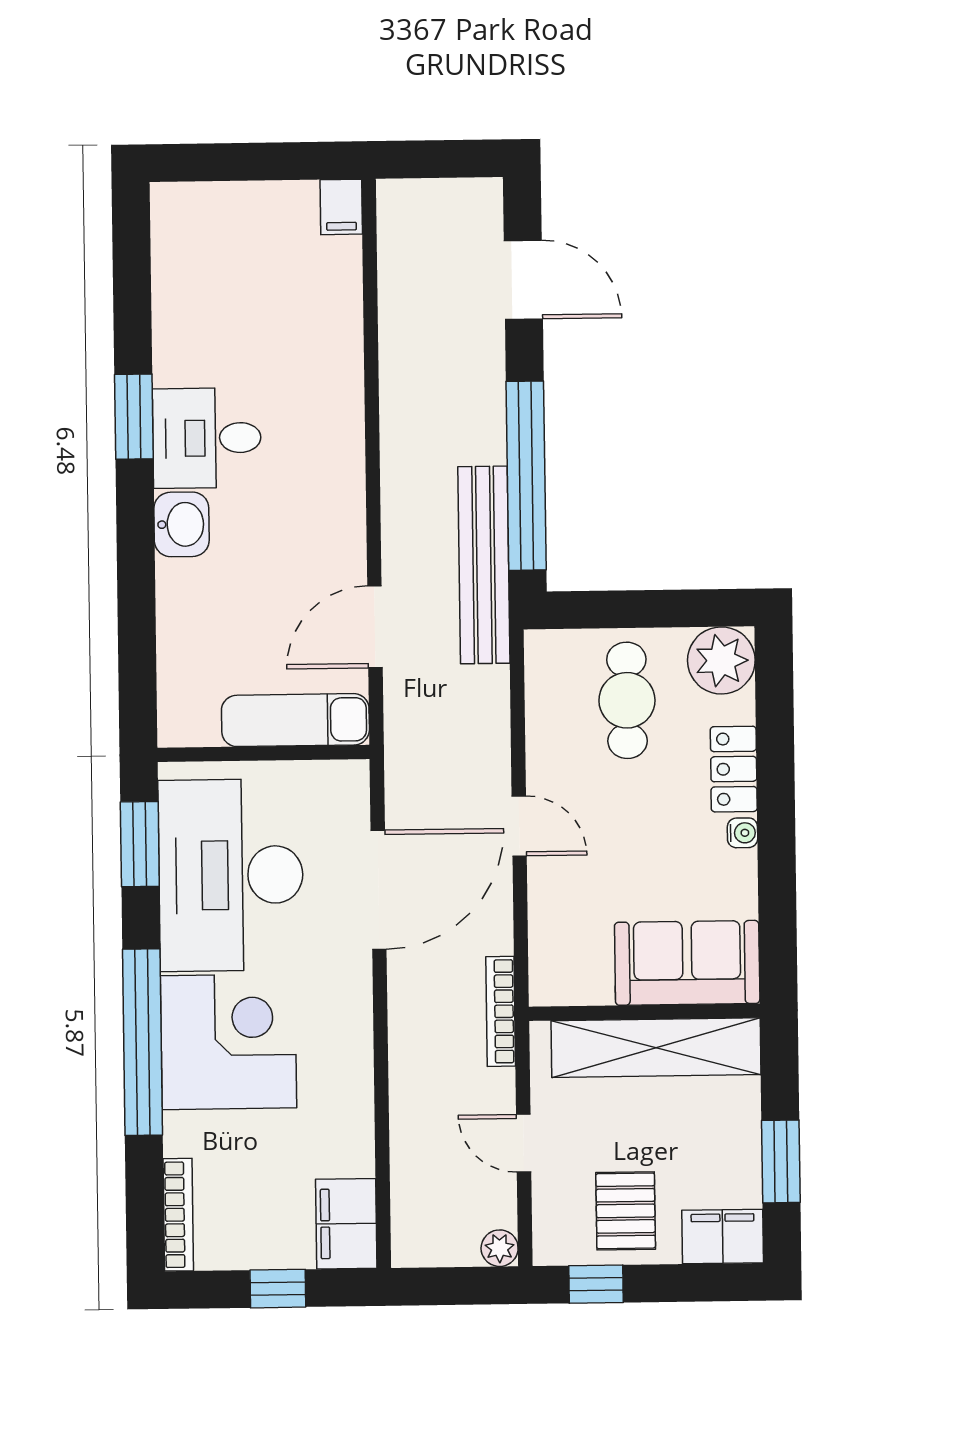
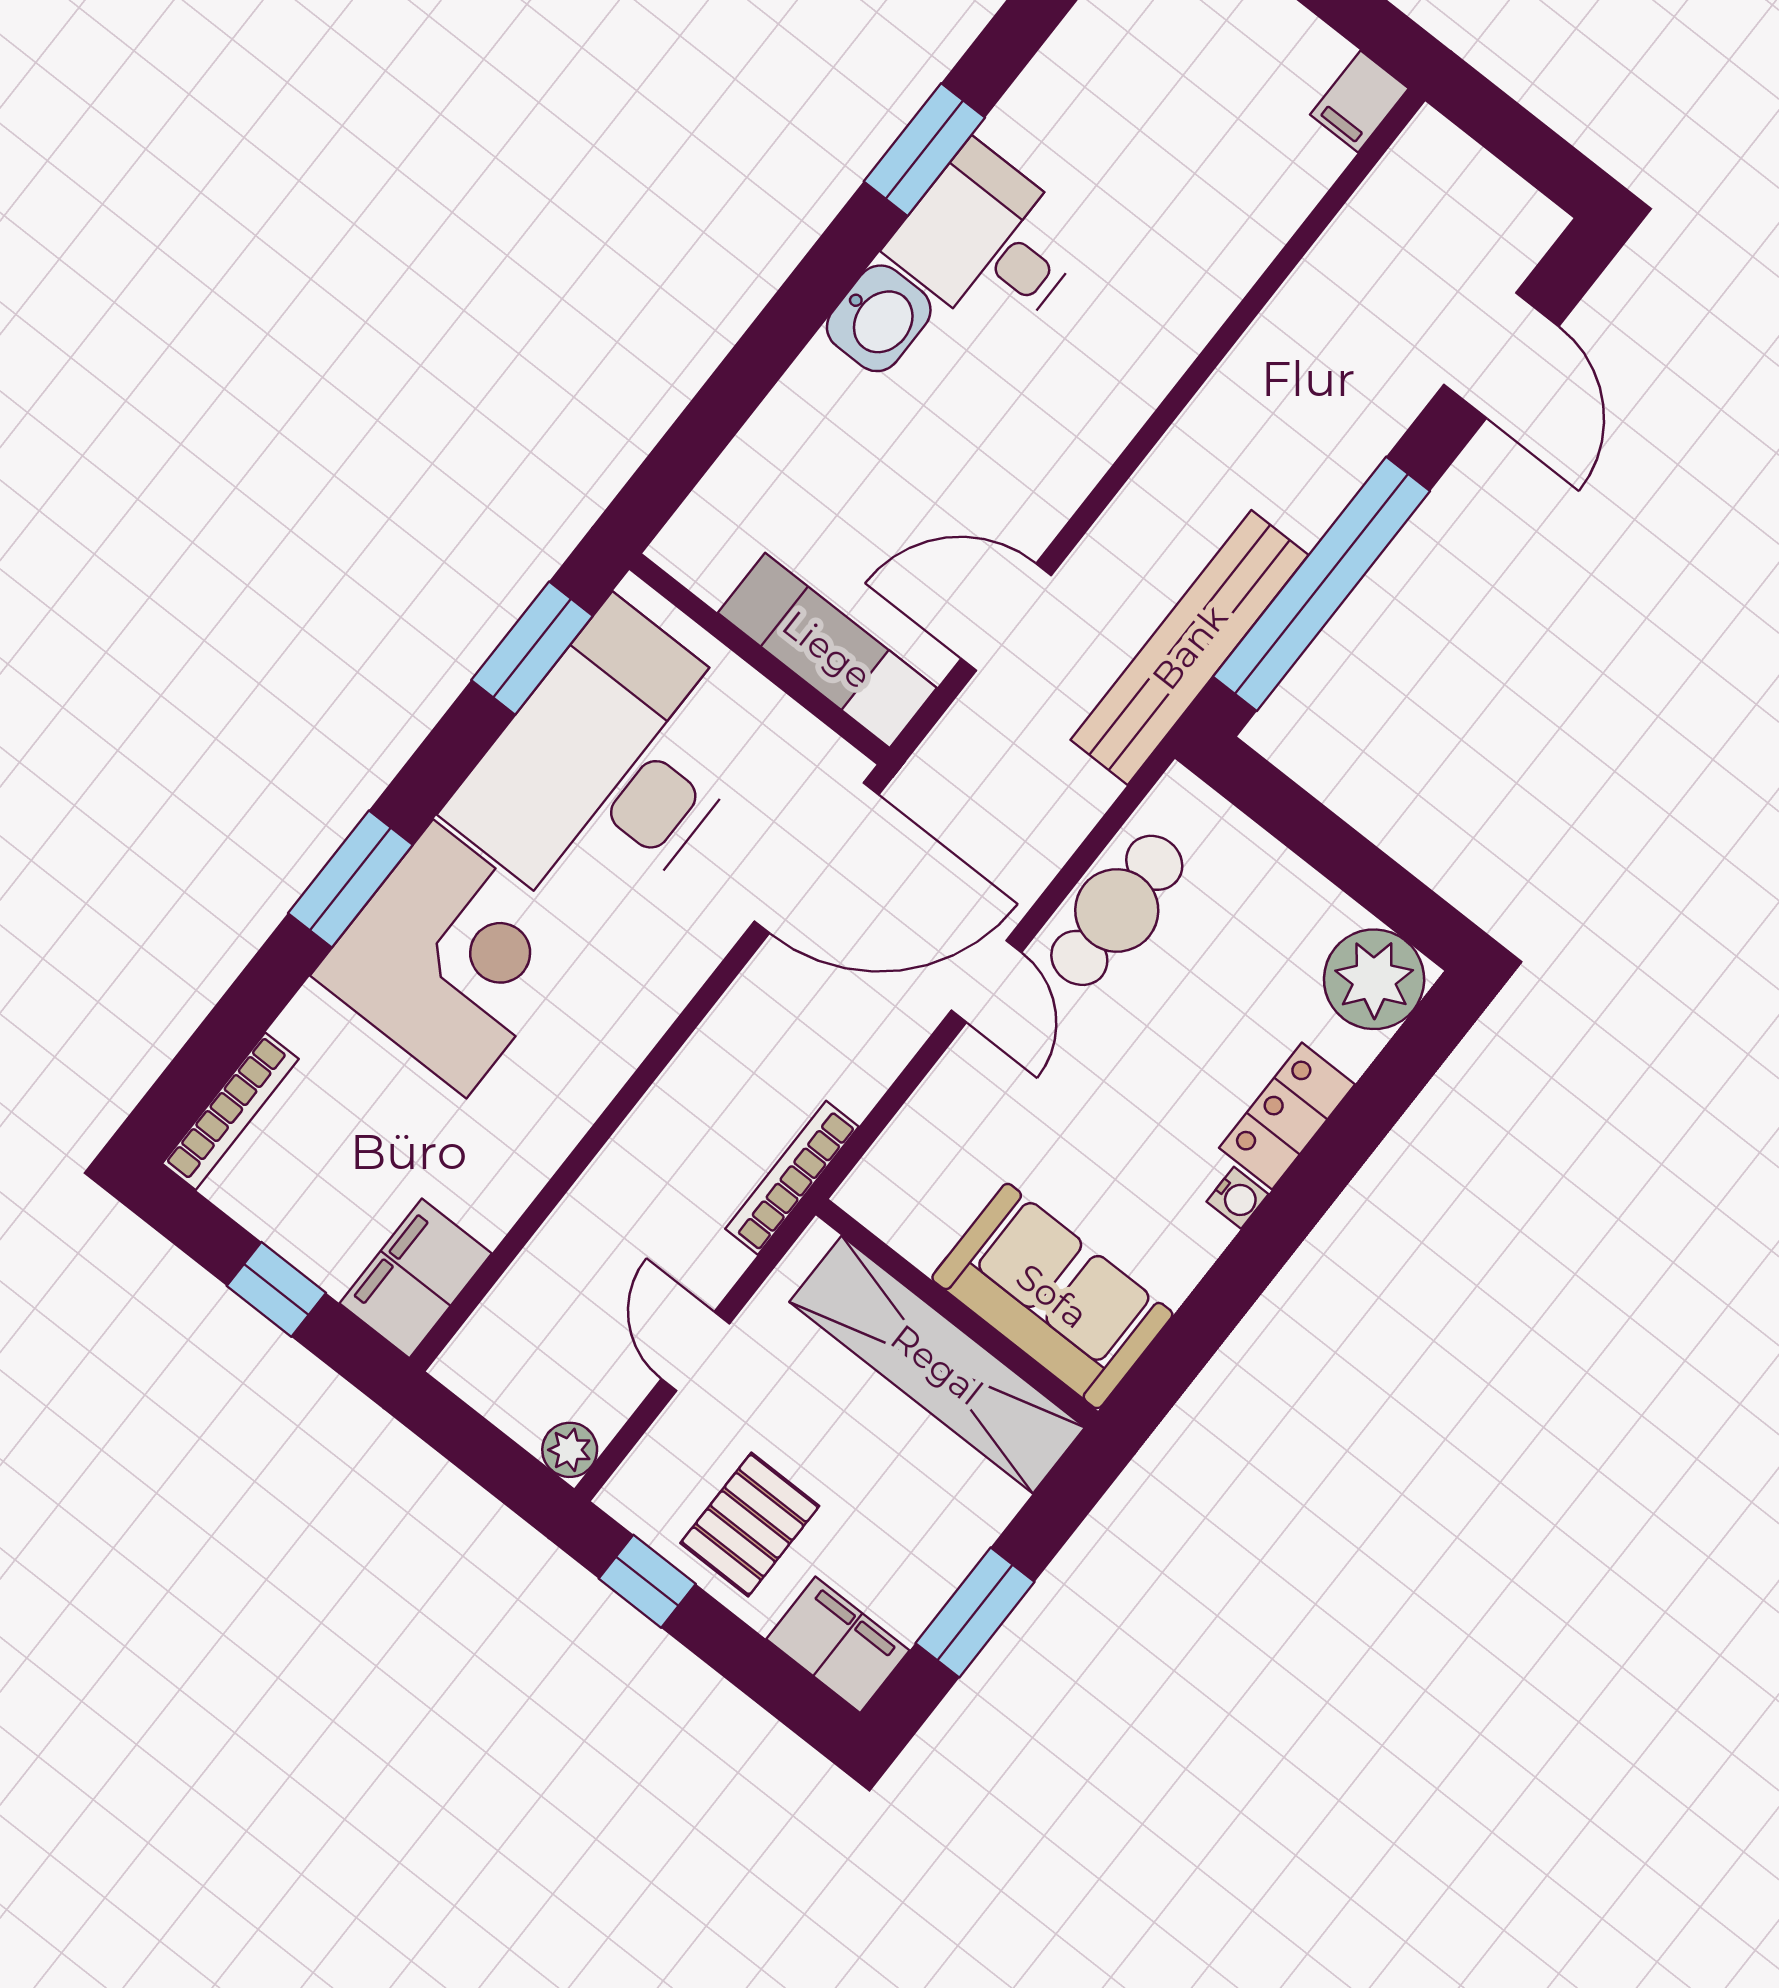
cafe table: (627, 700) -> (1117, 910), moved
door: (379, 890) -> (817, 858), moved
window: (143, 1042) -> (350, 879), width x0.47

